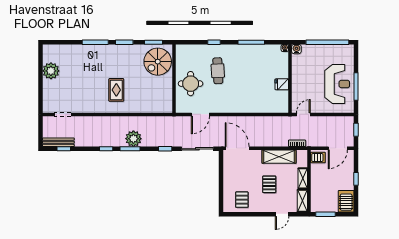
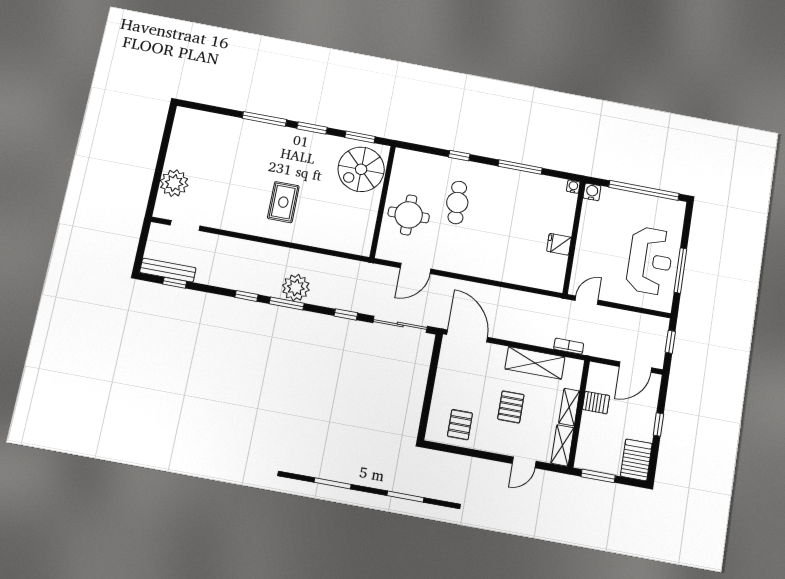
plant: (51, 71) -> (174, 183), moved
server rack: (318, 157) -> (596, 403), moved

